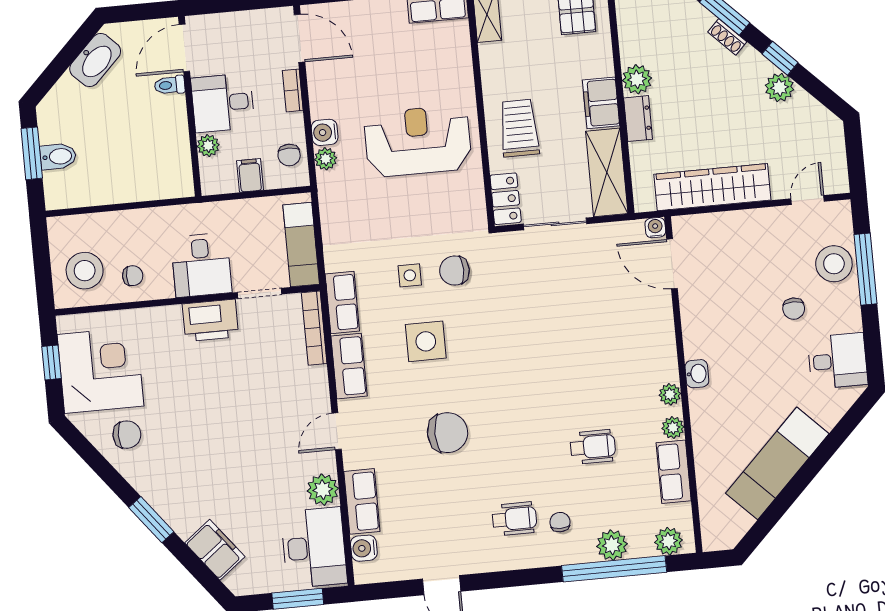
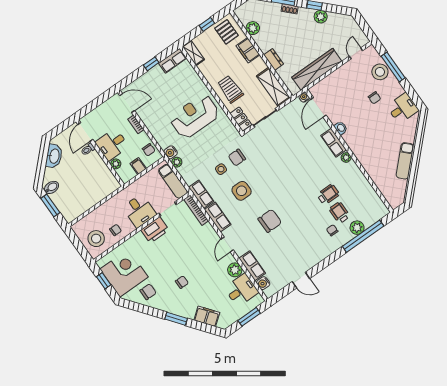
plant: (637, 79) -> (253, 28), moved
filing cabinet: (601, 103) -> (248, 50), moved
water cooler: (325, 132) -> (171, 152), moved
bidet: (58, 157) -> (51, 187), moved
plant: (326, 159) -> (177, 162), moved
door: (672, 264) -> (318, 107), hinge flipped
washbasin: (697, 374) -> (341, 128), moved
plant: (673, 428) -> (355, 170), removed
chair: (205, 454) -> (182, 282), added
exam couch: (777, 463) -> (405, 161), width x0.73, depth x0.69
row of seats: (674, 472) -> (334, 143), moved
wheelchair: (514, 519) -> (340, 213), moved, turned -90
plant: (669, 541) -> (378, 214), removed
desk: (314, 548) -> (241, 290), width x0.73

